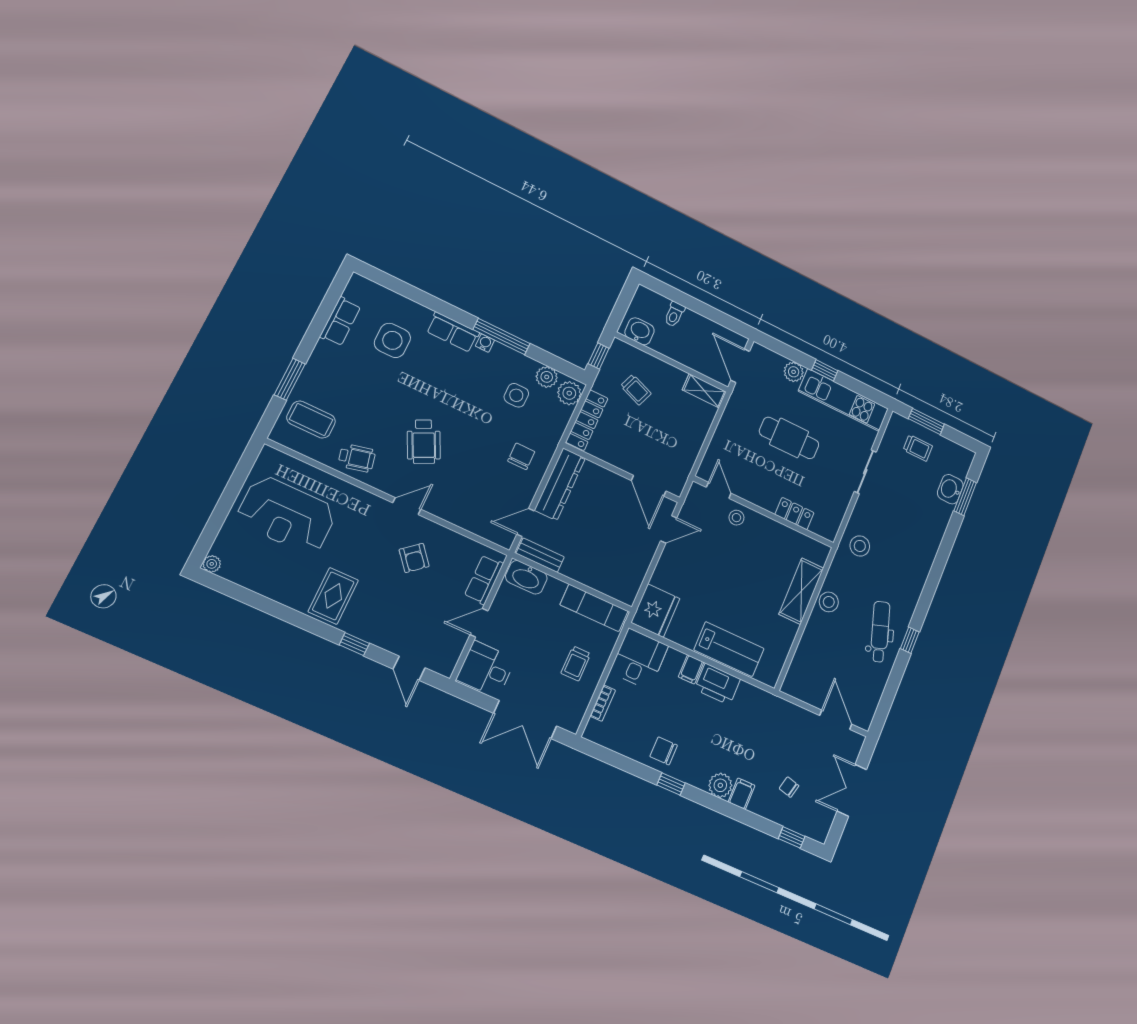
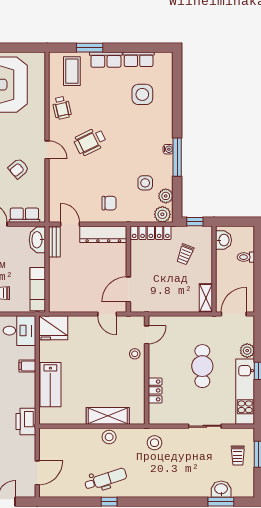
row of seats: (453, 332) -> (106, 60), moved, turned -90
printer: (717, 684) -> (26, 422), moved

